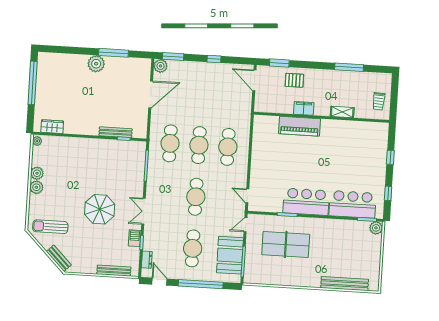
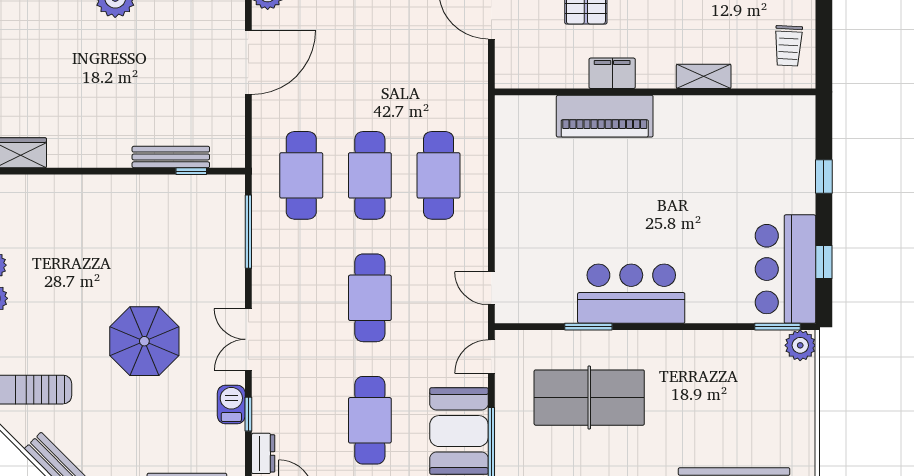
bar counter: (352, 204) -> (785, 269), moved, turned -90

